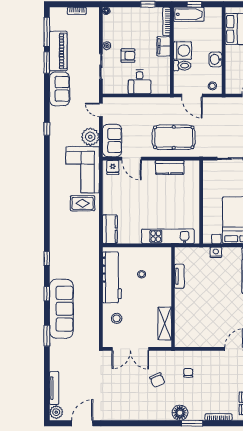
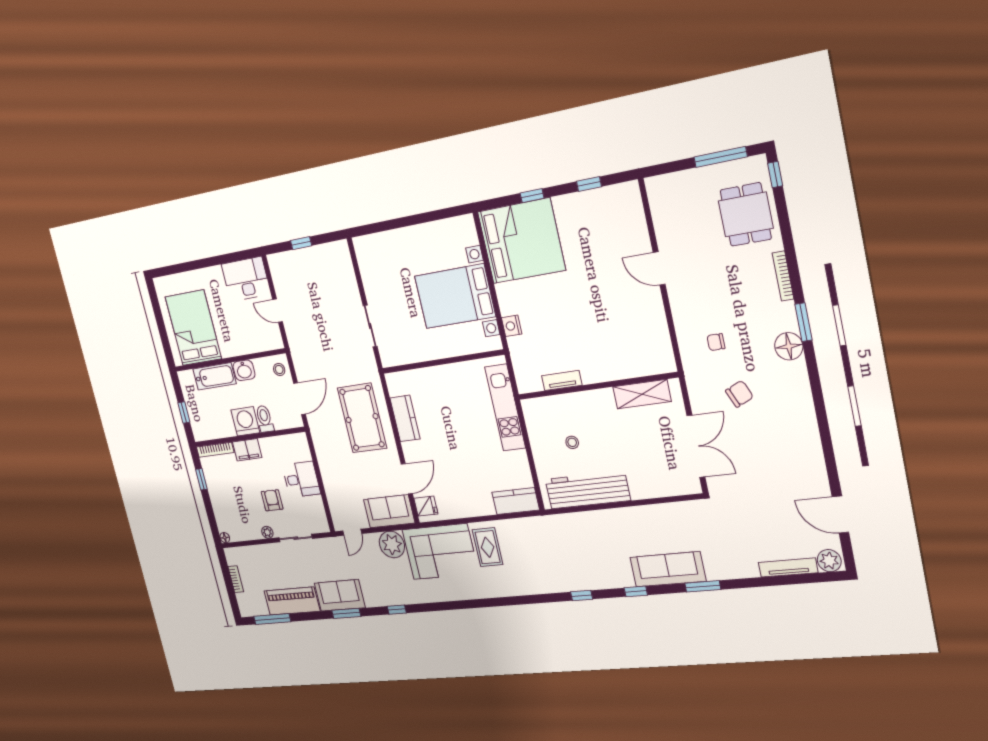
bathtub: (189, 14) -> (214, 376), moved, turned 90
window: (47, 62) -> (346, 613), moved
sofa: (61, 309) -> (668, 569), width x0.74, depth x0.79
stool: (117, 318) -> (651, 475), removed

